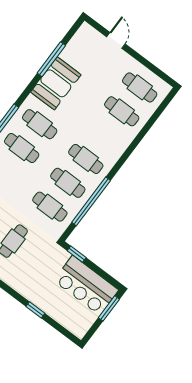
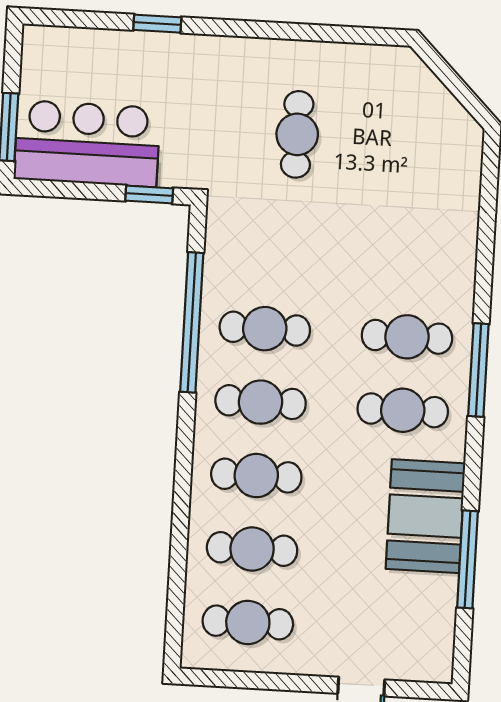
cafe table: (50, 207) -> (256, 476), moved

